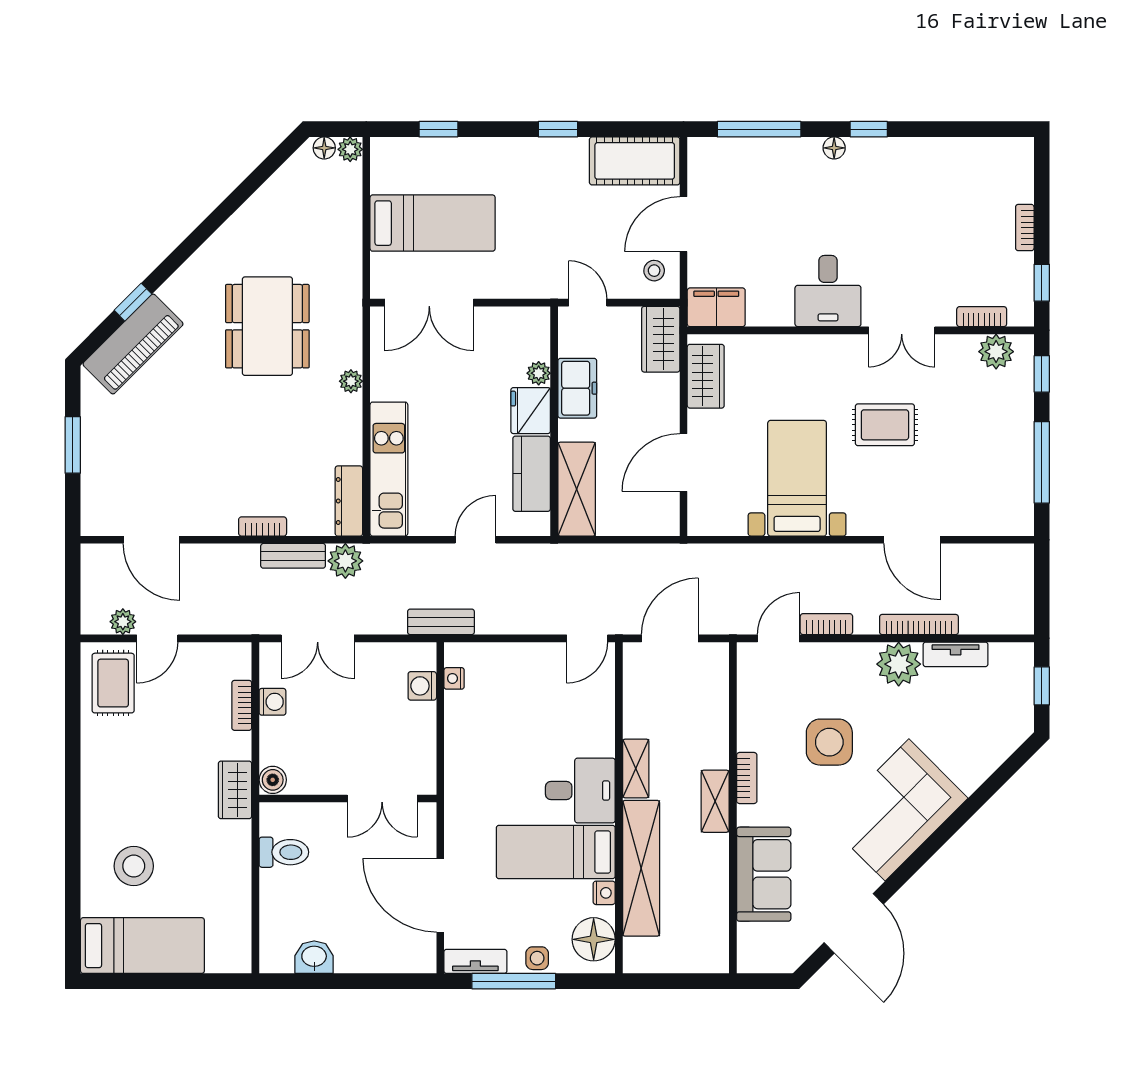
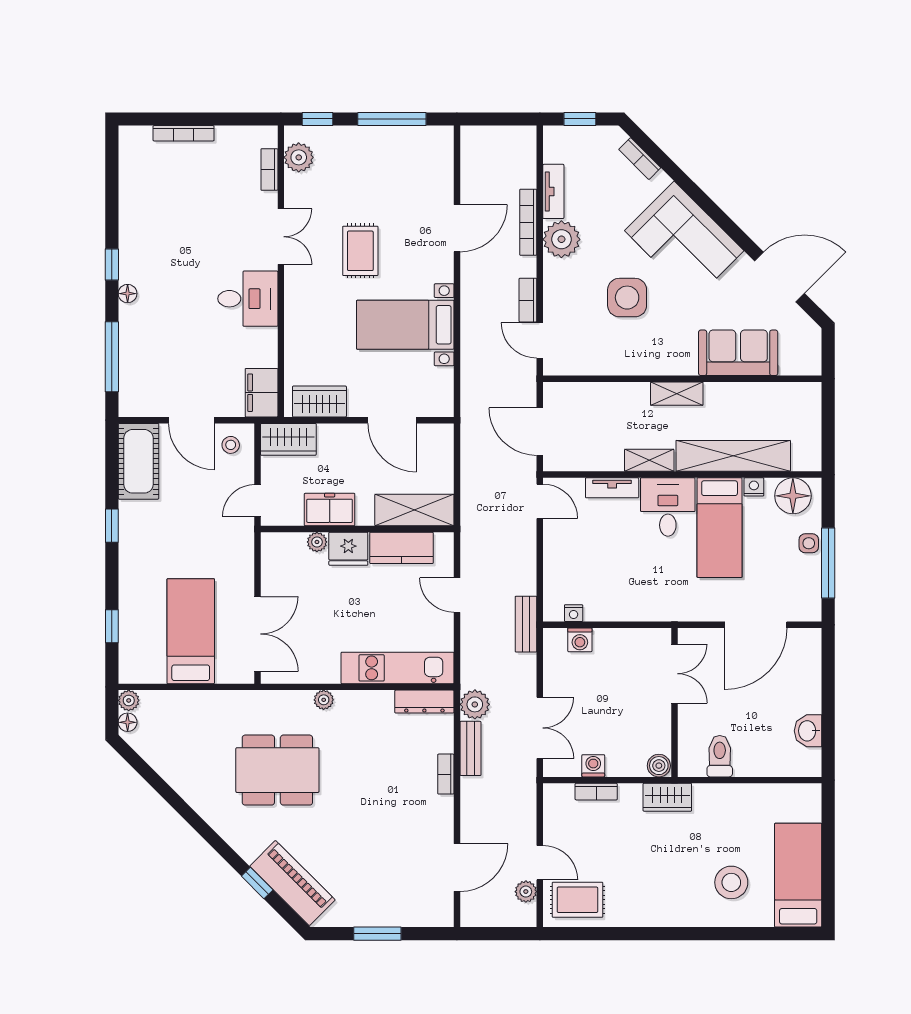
bookcase: (1025, 228) -> (184, 133), width x1.56
window: (1042, 283) -> (241, 119), removed
bookcase: (747, 778) -> (640, 159), moved, turned -135
tv unit: (475, 961) -> (612, 488), moved, turned -90

